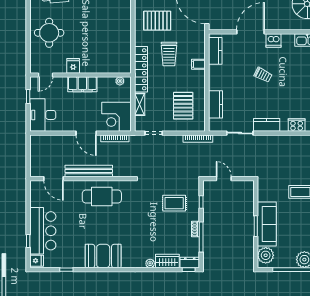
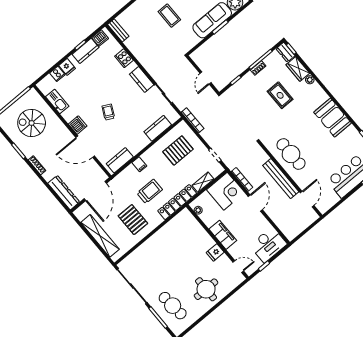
rug: (174, 203) -> (280, 95), moved

